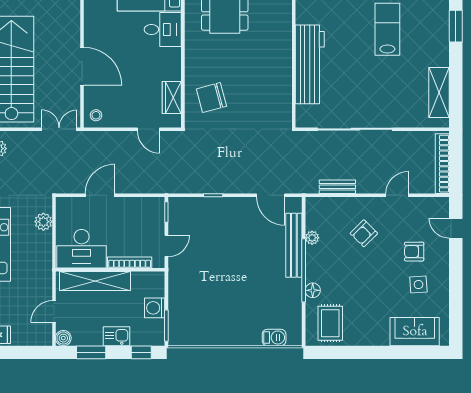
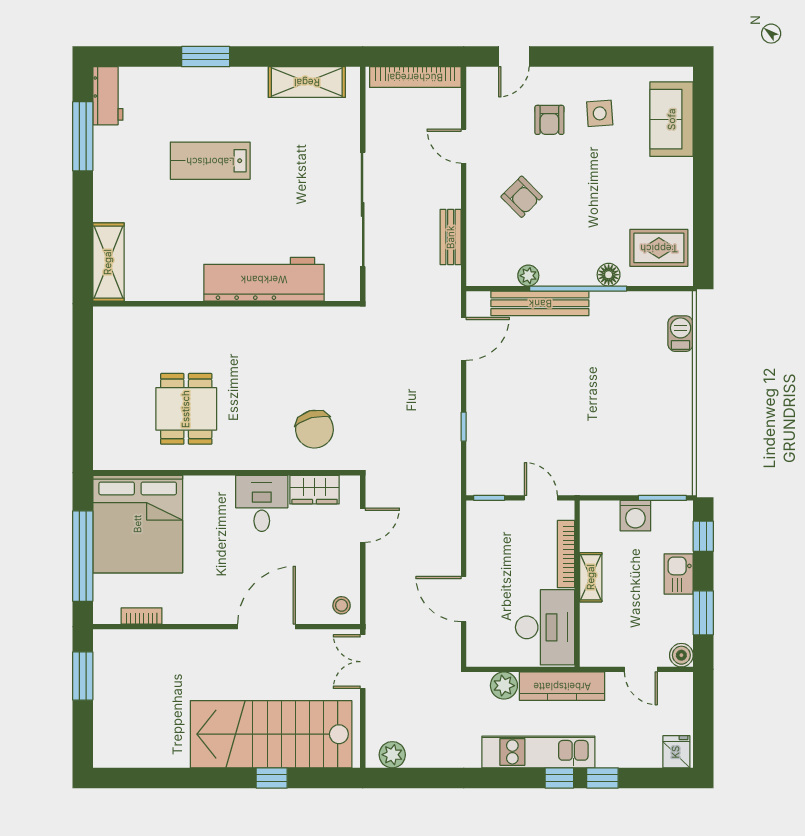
desk: (163, 29) -> (262, 503), moved
kitchen counter: (43, 260) -> (562, 686), added
shelving: (95, 281) -> (591, 577), width x0.45, depth x0.75

